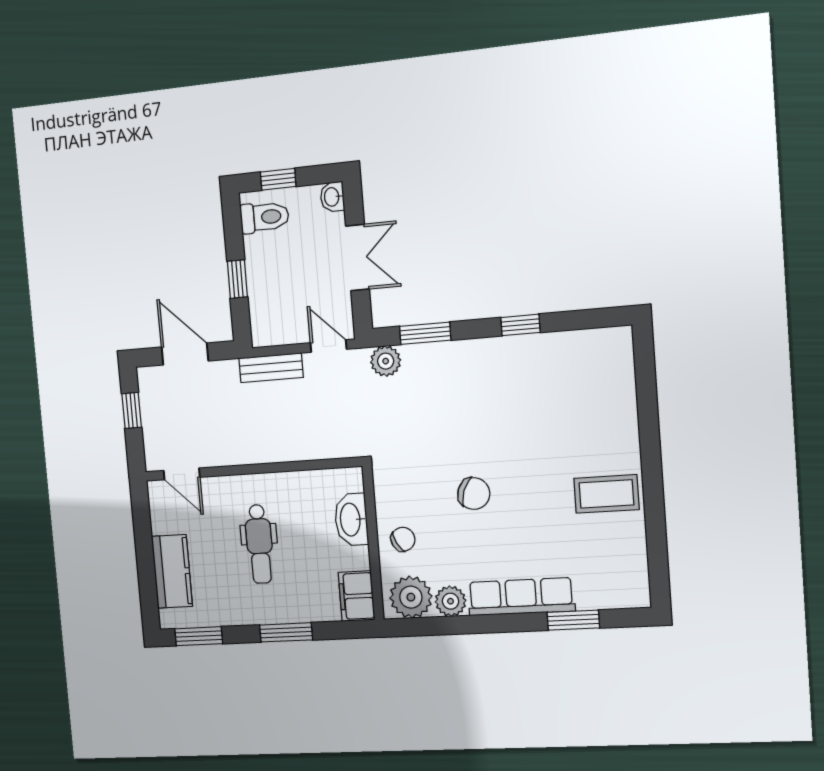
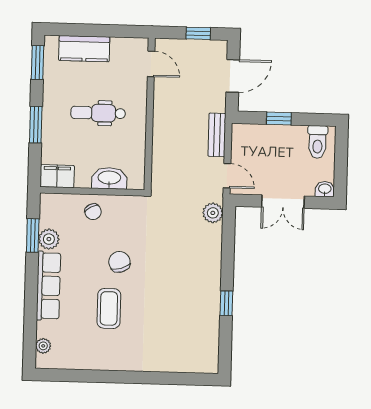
window: (278, 179) -> (341, 154), removed
window: (425, 333) -> (228, 241), removed
door: (328, 346) -> (227, 176), hinge flipped
door: (182, 474) -> (151, 64), swing flipped
chair: (474, 494) -> (119, 262), turned 143
coffee table: (606, 494) -> (109, 308), moved
plant: (411, 597) -> (43, 346), moved, width x0.53, depth x0.53
window: (573, 620) -> (33, 235), moved

